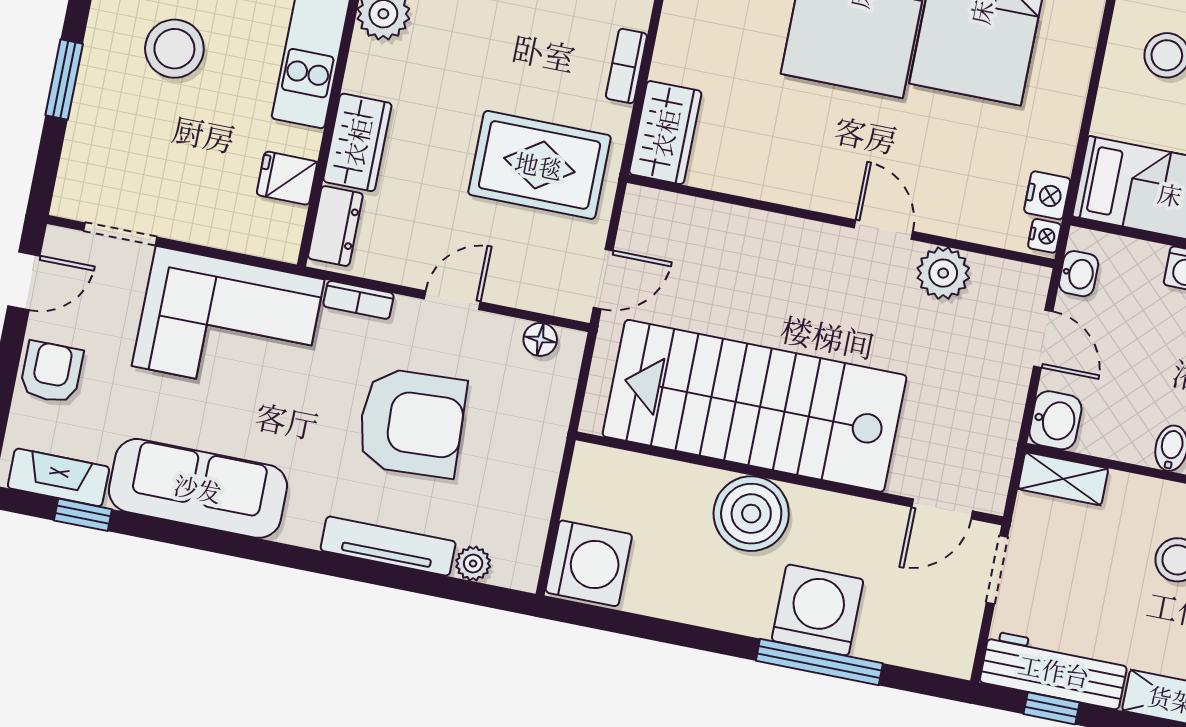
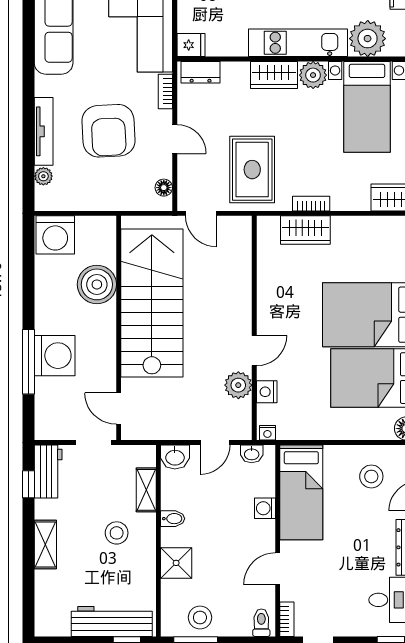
wardrobe: (665, 133) -> (305, 230), moved
wardrobe: (357, 142) -> (274, 75), moved
fridge: (287, 178) -> (191, 45), moved, turned 90
nightstand: (1047, 195) -> (267, 392), moved, turned 90
shelving: (1063, 479) -> (146, 490), moved
boiler: (751, 514) -> (97, 284), moved
workbench: (1054, 670) -> (48, 472), width x0.73

